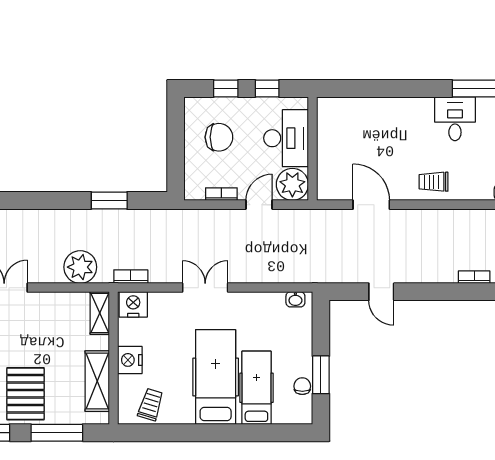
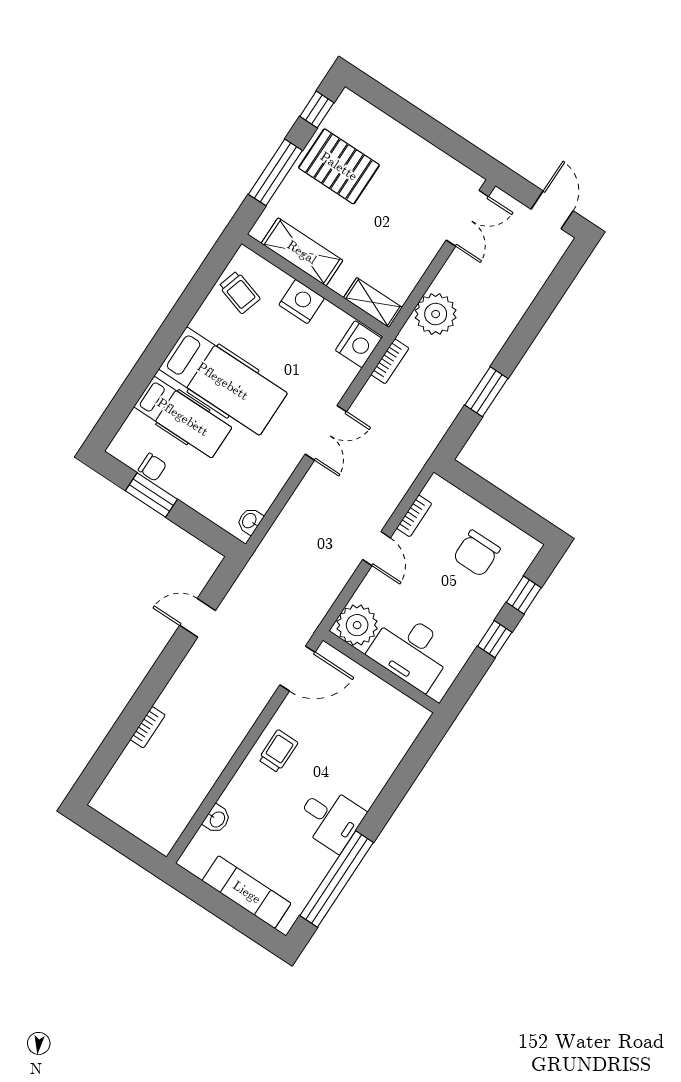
desk: (286, 138) -> (411, 651), moved
wall: (313, 149) -> (381, 672), moved
plant: (292, 184) -> (357, 625), moved

